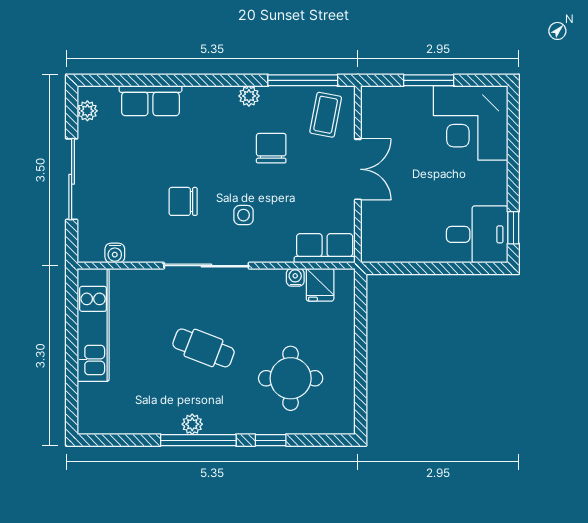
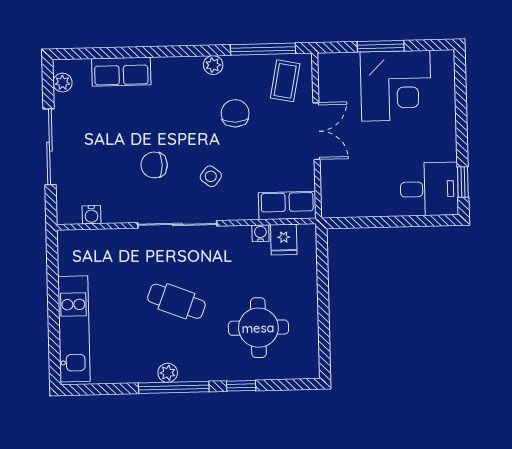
corner desk: (471, 123) -> (396, 86), moved, turned -90
side table: (244, 215) -> (211, 176), turned 38
kitchen unit: (93, 325) -> (74, 329), moved

